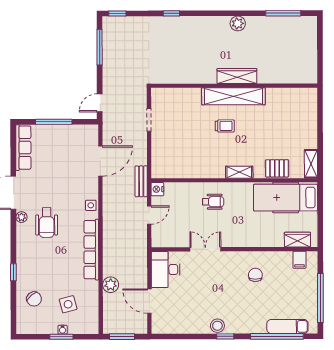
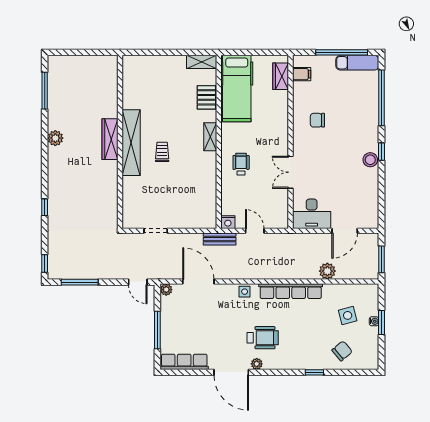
plant: (93, 130) -> (166, 290), added
exam couch: (287, 326) -> (357, 63), moved, turned -90

